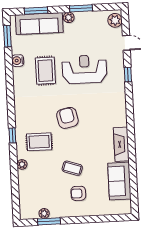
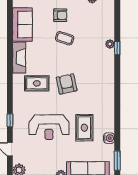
armchair: (67, 118) -> (67, 84), turned 180
window: (12, 135) -> (117, 48), moved
rug: (39, 142) -> (37, 83), moved

